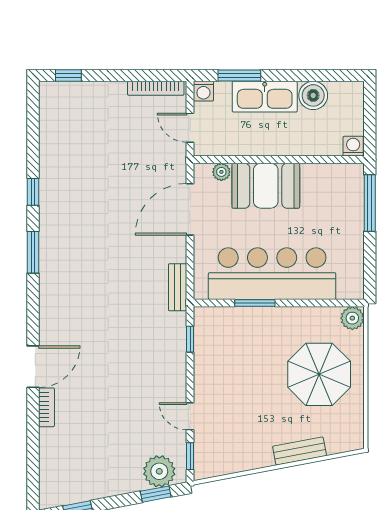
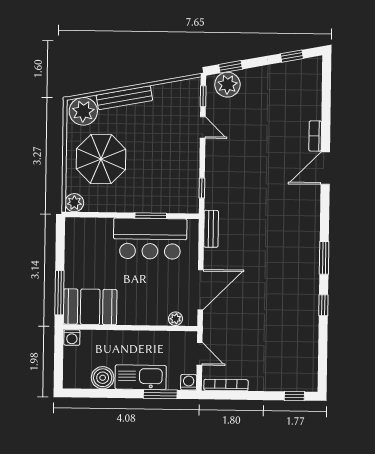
booth: (266, 186) -> (90, 307), moved
bar counter: (272, 274) -> (150, 239), width x0.73
plant: (343, 435) -> (83, 111), added
bench: (300, 451) -> (124, 98), width x1.36

